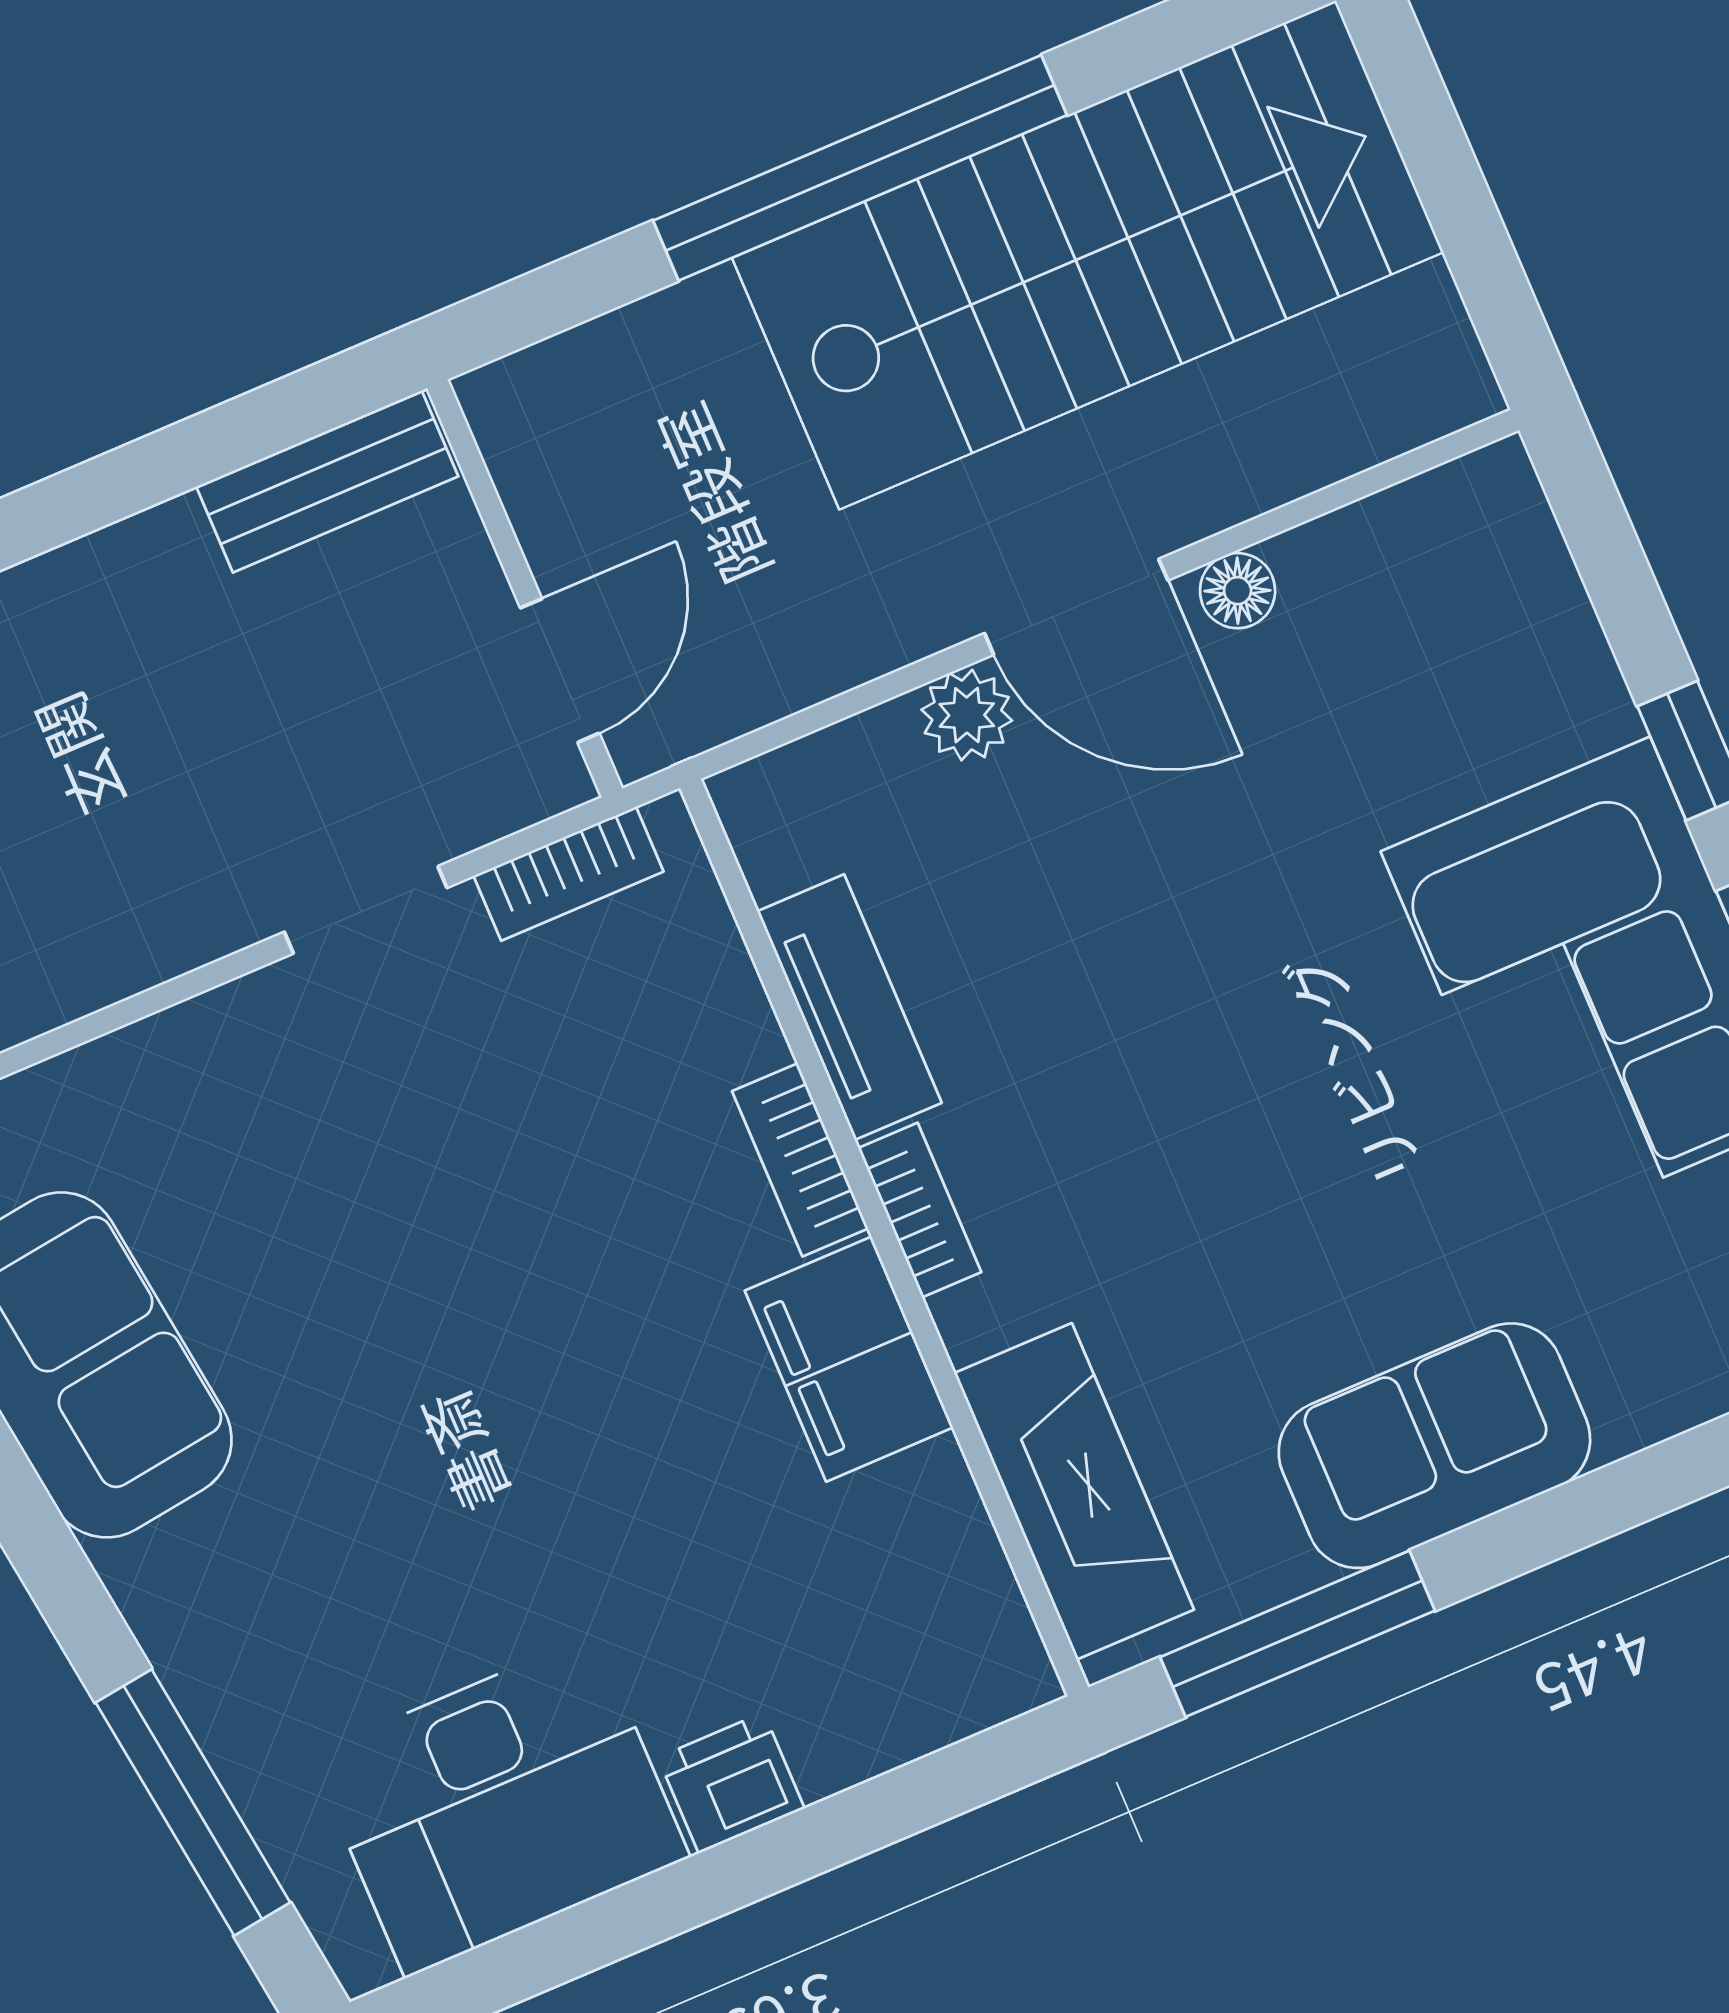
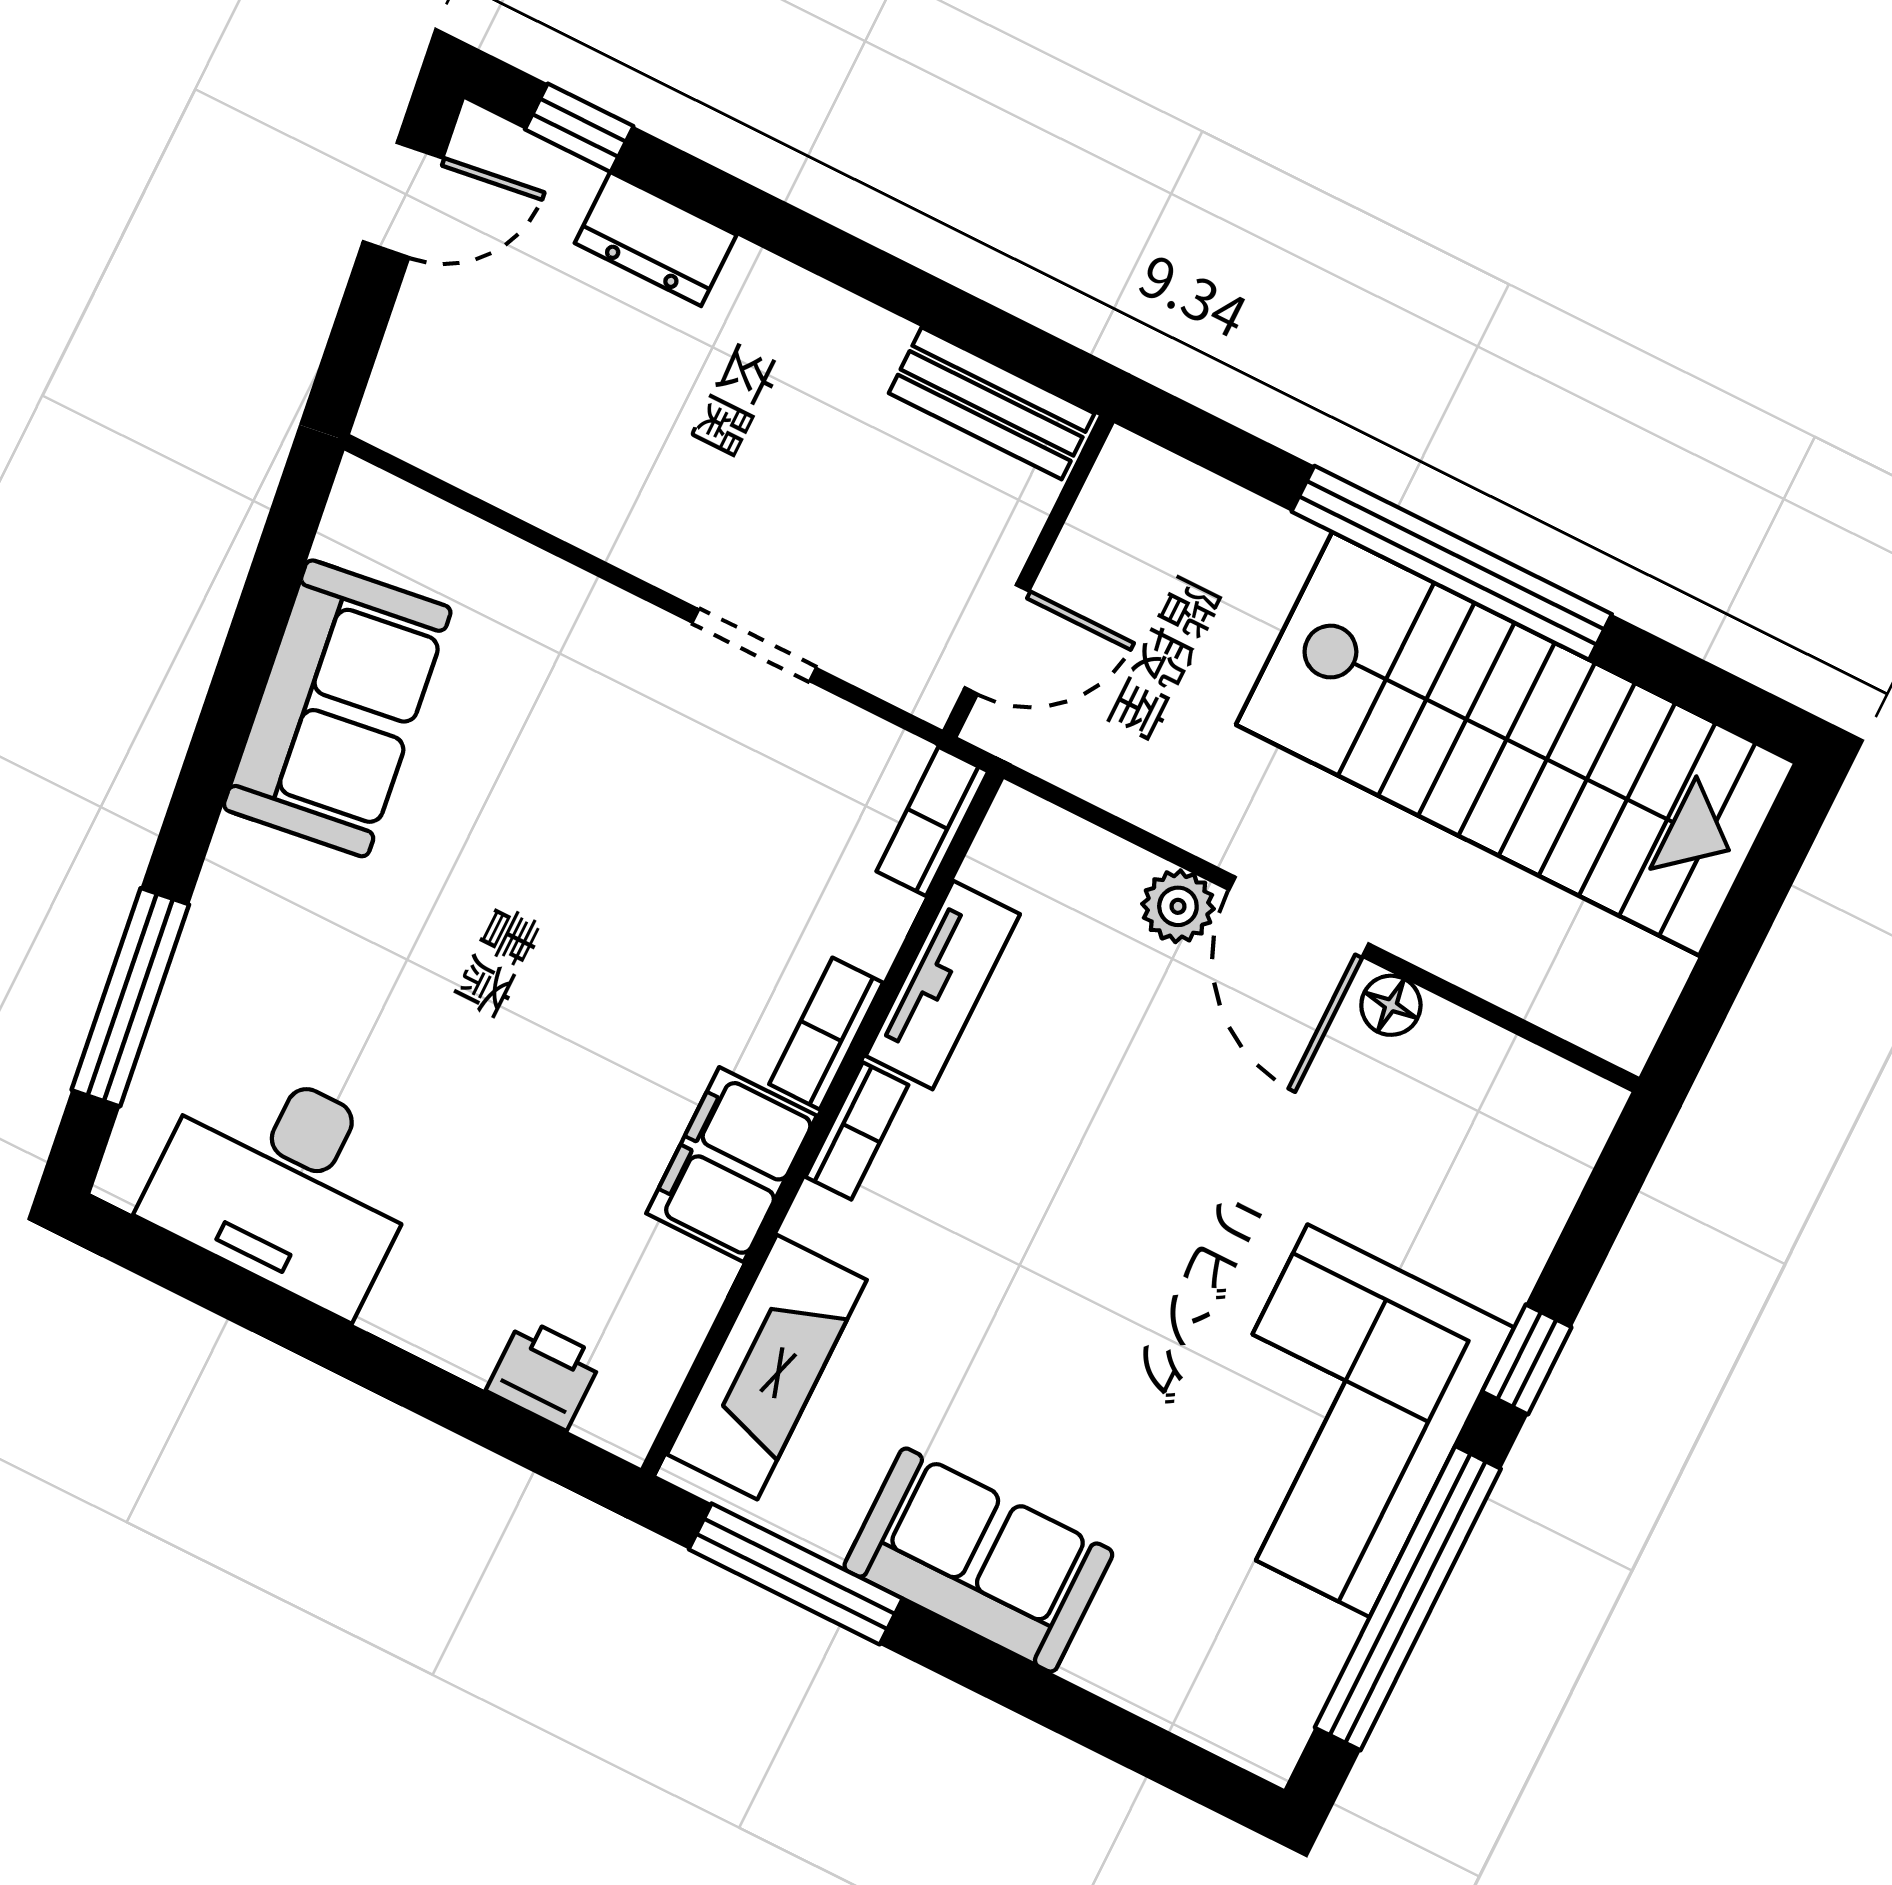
bookcase: (568, 874) -> (932, 821), moved, turned 90
printer: (731, 1783) -> (544, 1374), moved

